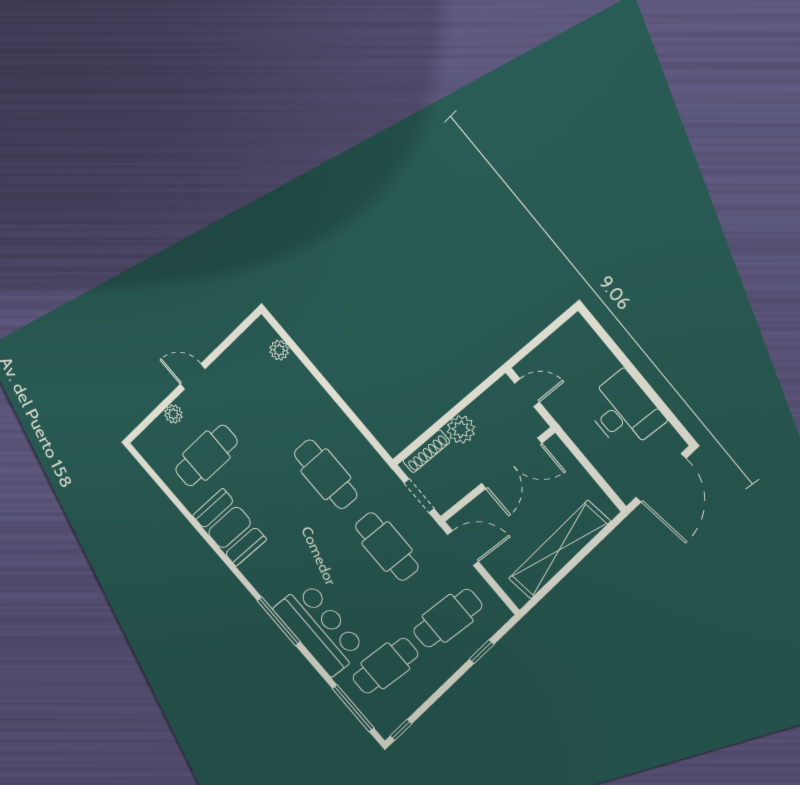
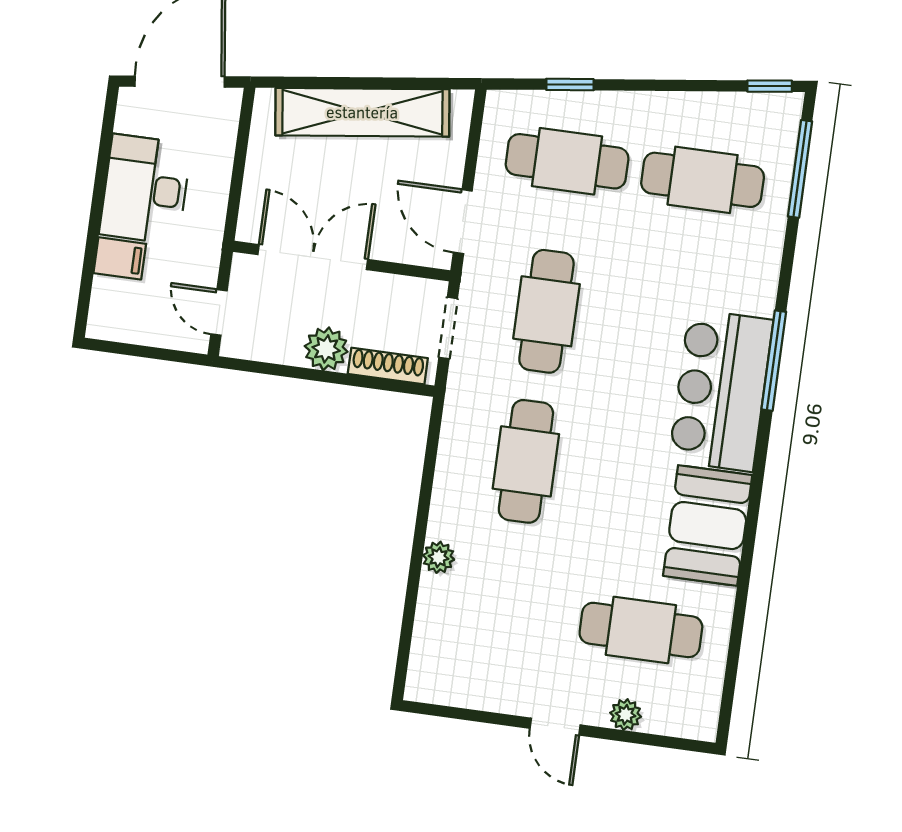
plant: (279, 350) -> (439, 557), moved
filing cabinet: (601, 366) -> (120, 258), added
bar counter: (320, 629) -> (721, 390), moved

